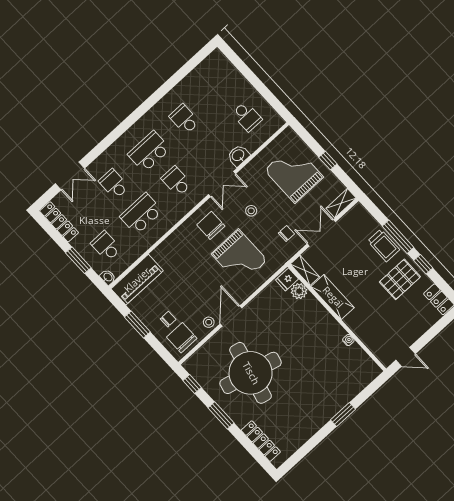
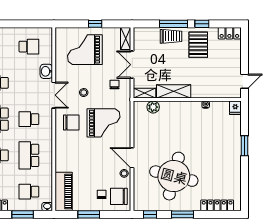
chair: (211, 225) -> (71, 123), turned 180
fridge: (287, 279) -> (235, 108), moved

